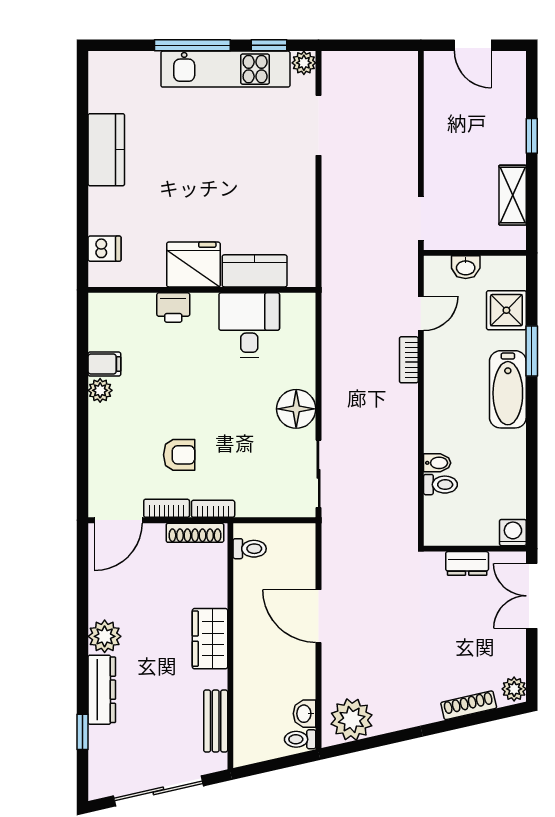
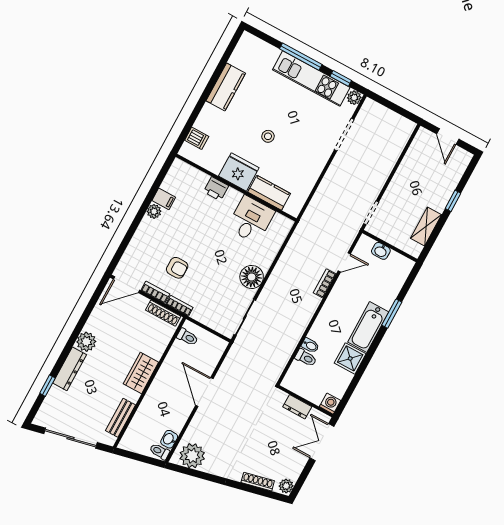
stool: (208, 189) -> (268, 136), added
shower: (506, 310) -> (350, 358), moved

